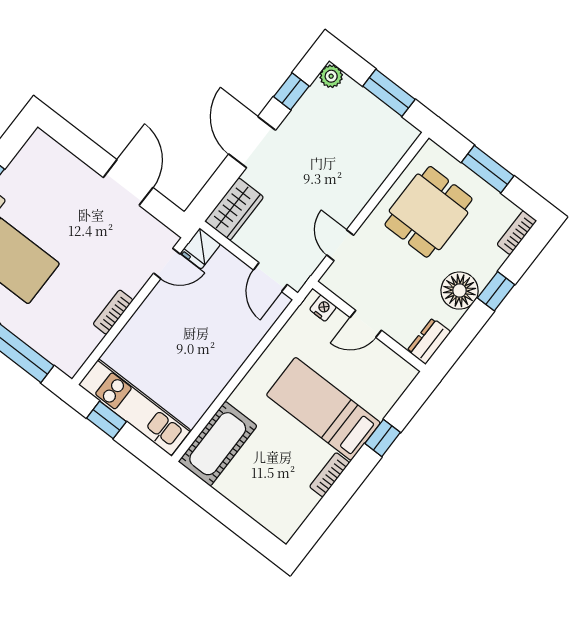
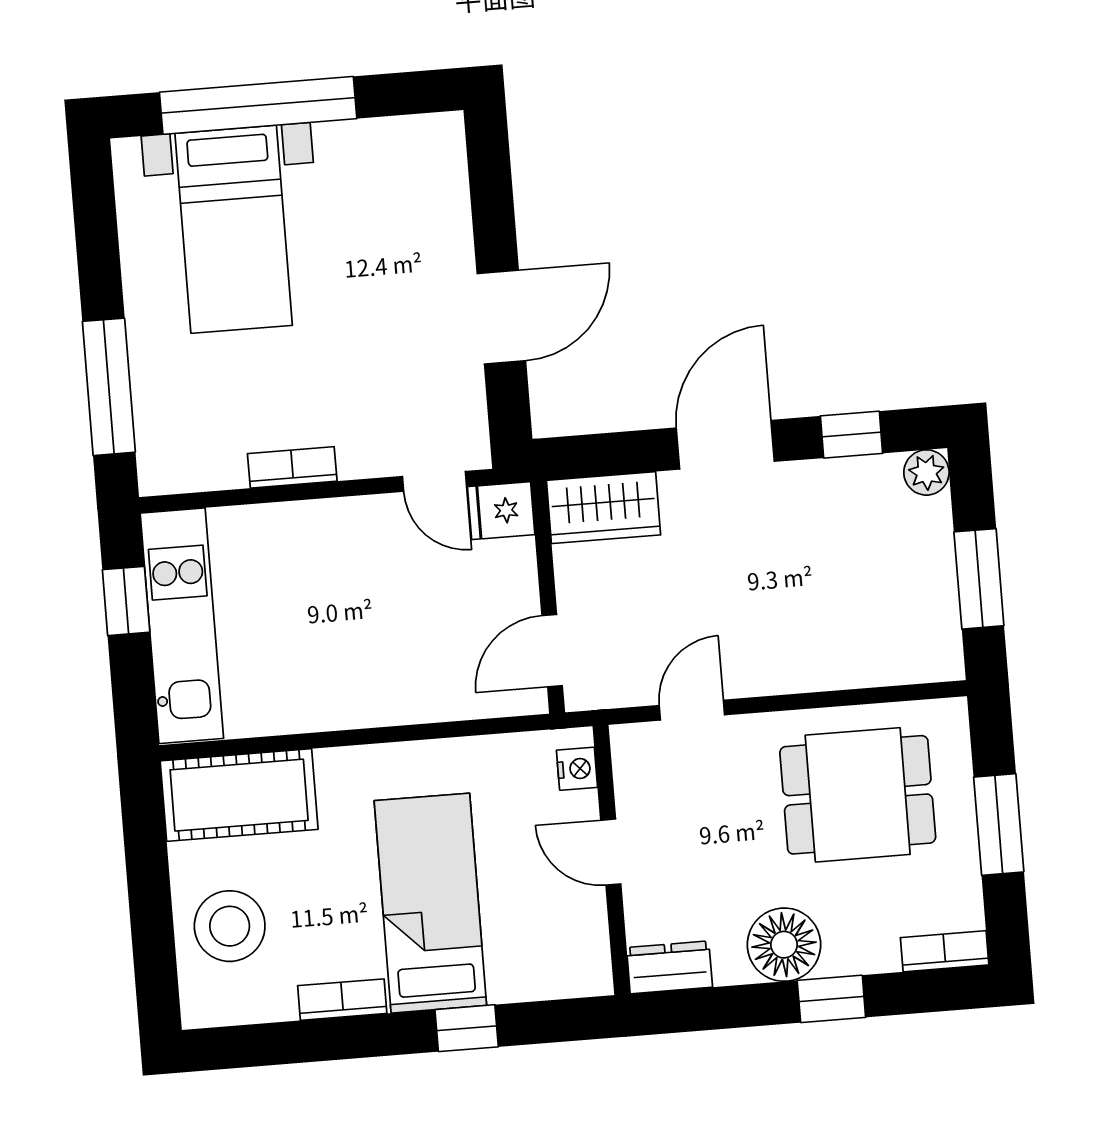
stool: (264, 492) -> (230, 926), added

